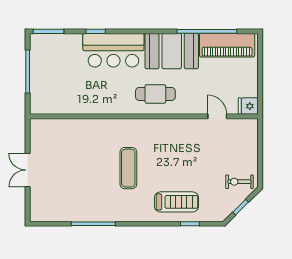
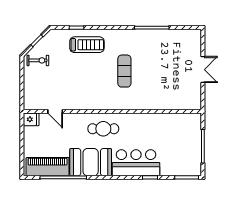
treadmill: (176, 202) -> (87, 45), turned 180

